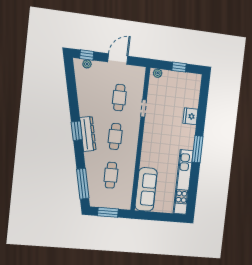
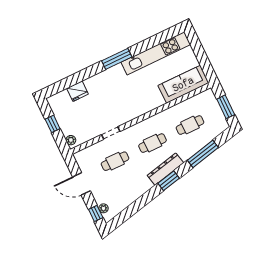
fridge: (190, 116) -> (77, 91), moved
window: (83, 184) -> (203, 154), moved

